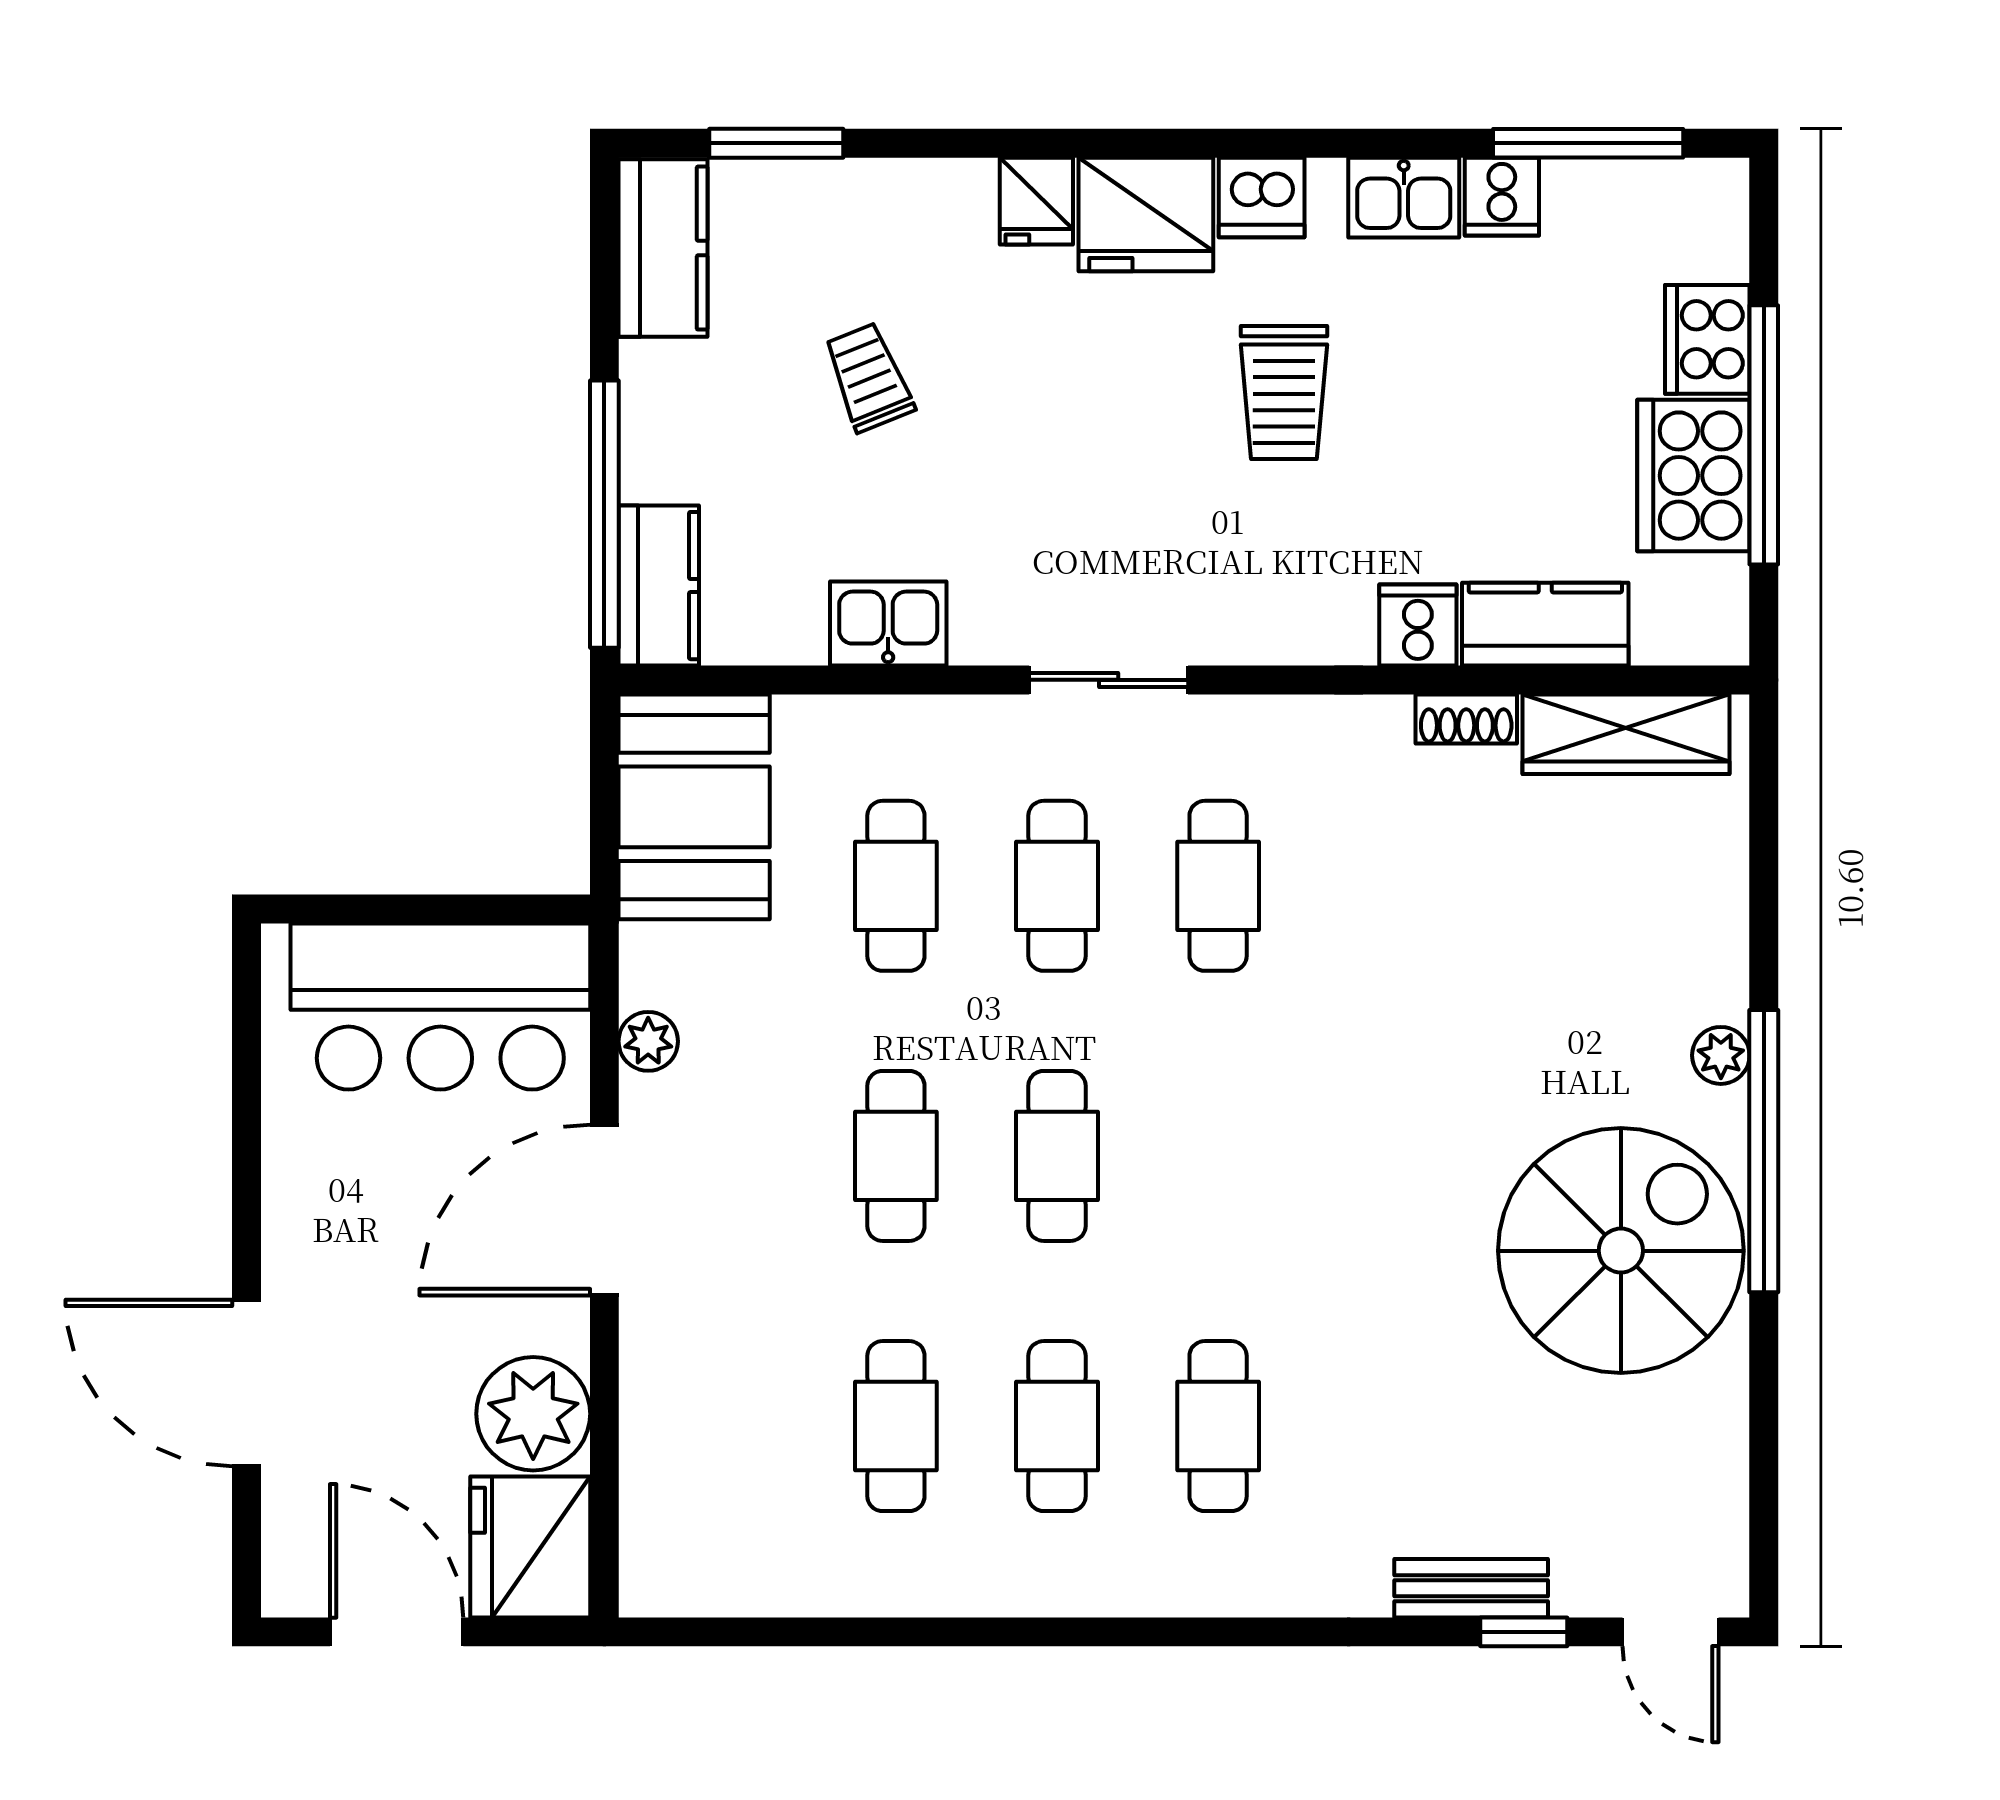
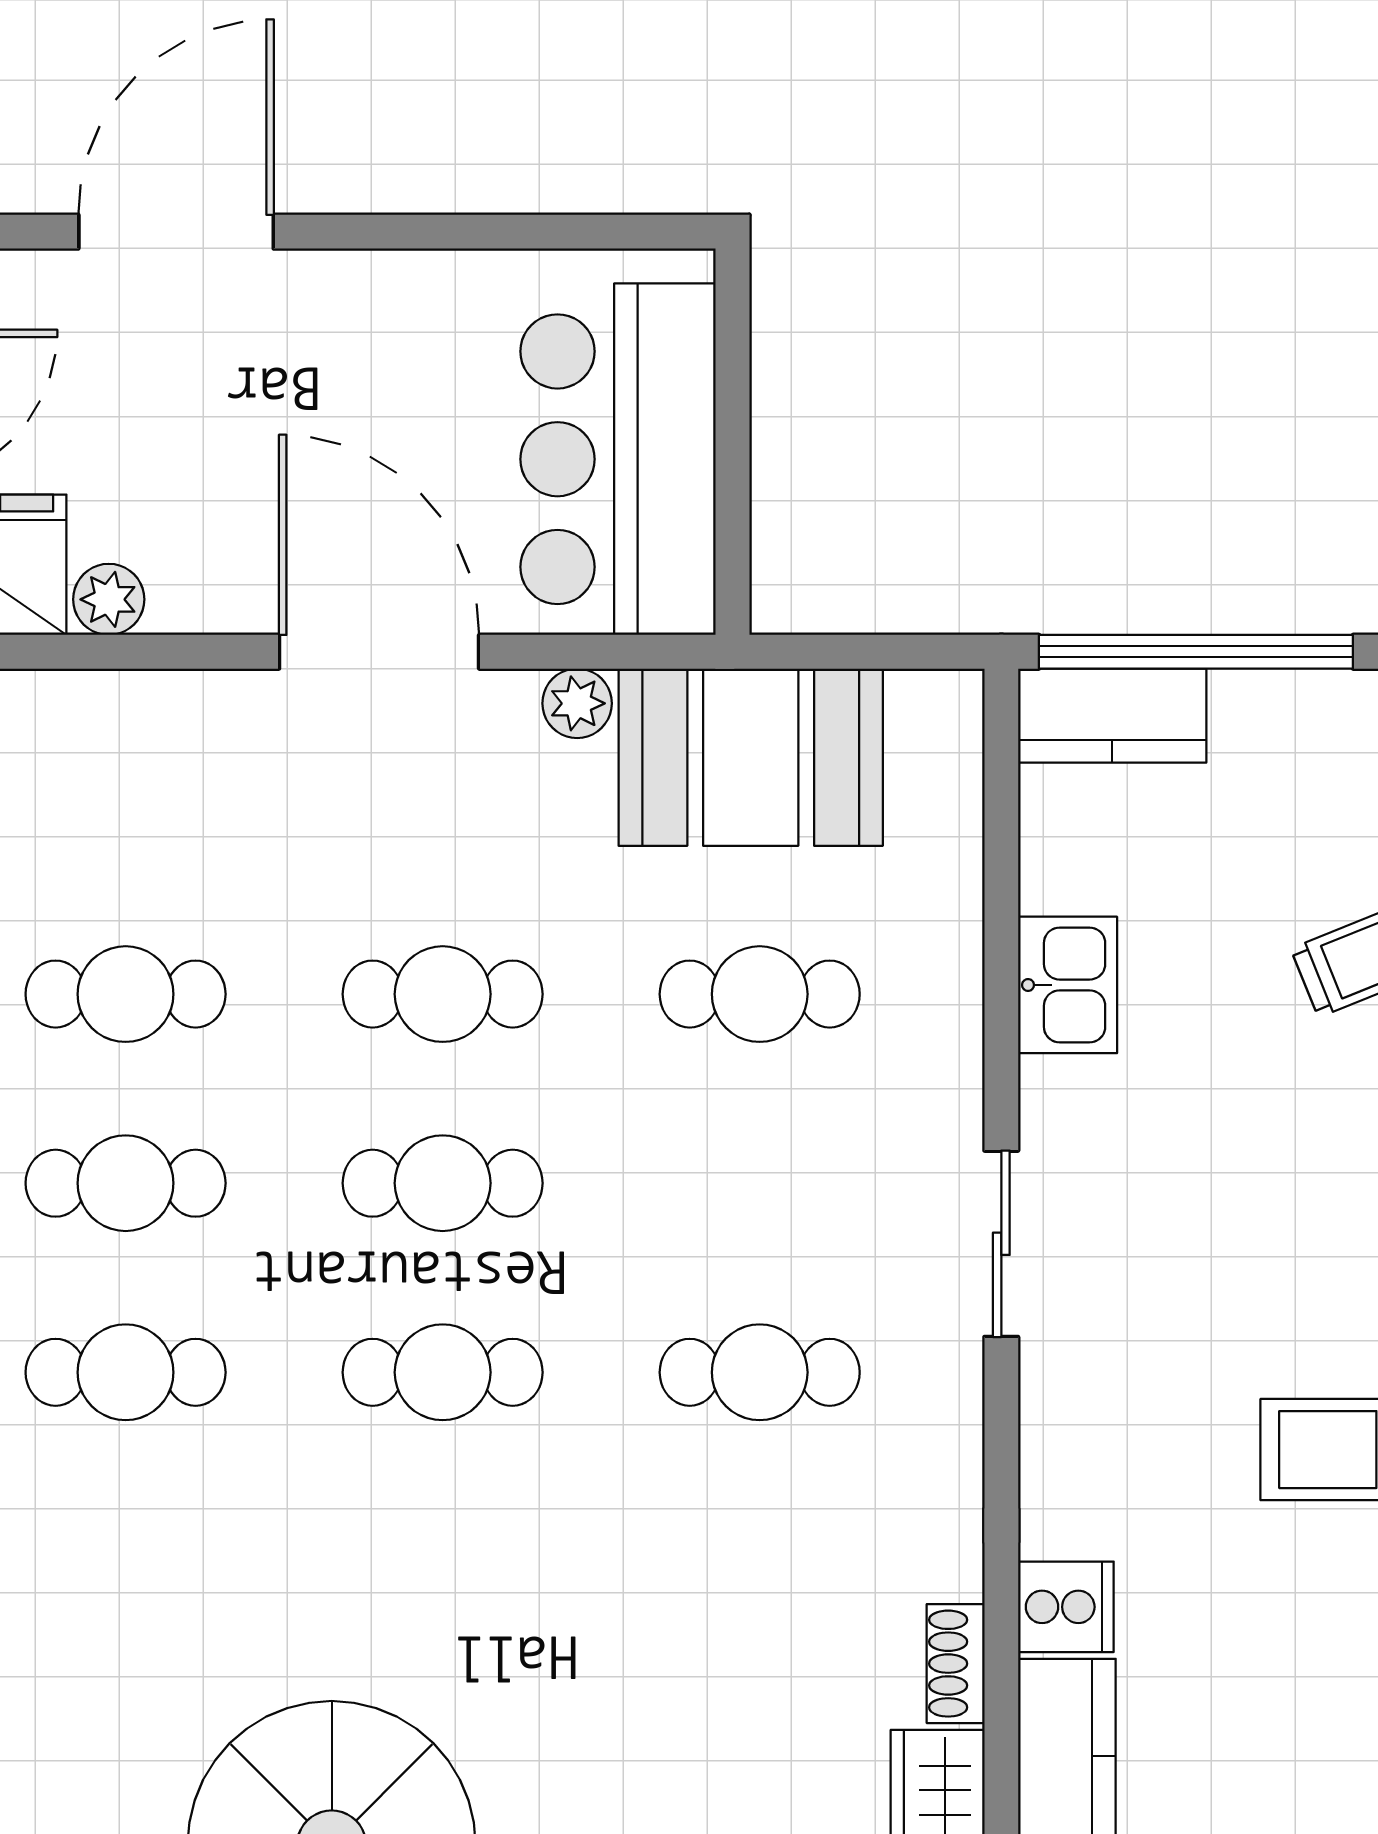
booth: (694, 807) -> (751, 757), moved
cafe table: (1057, 886) -> (443, 1372), moved
plant: (533, 1414) -> (109, 599), width x0.53, depth x0.53

